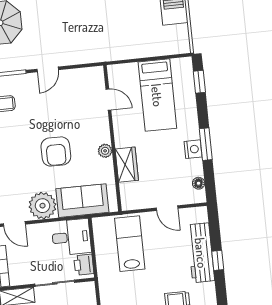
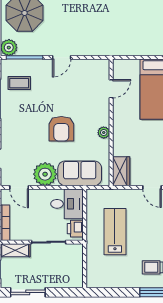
door: (108, 100) -> (111, 89), hinge flipped
wardrobe: (127, 165) -> (121, 171), moved
lab bench: (130, 244) -> (115, 232), moved

